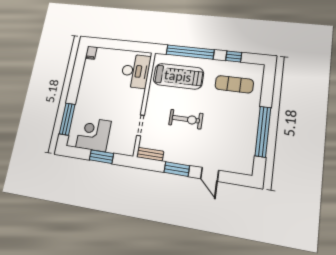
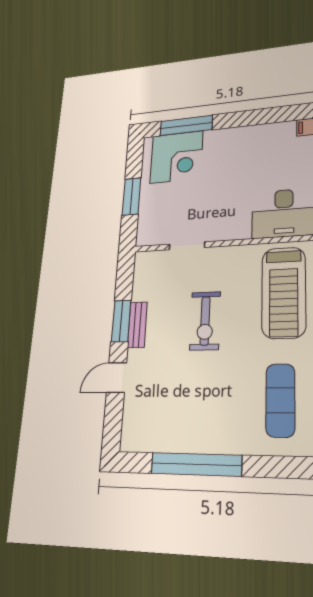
corner desk: (93, 134) -> (176, 157), moved, turned 90
bench: (150, 154) -> (137, 325), moved

